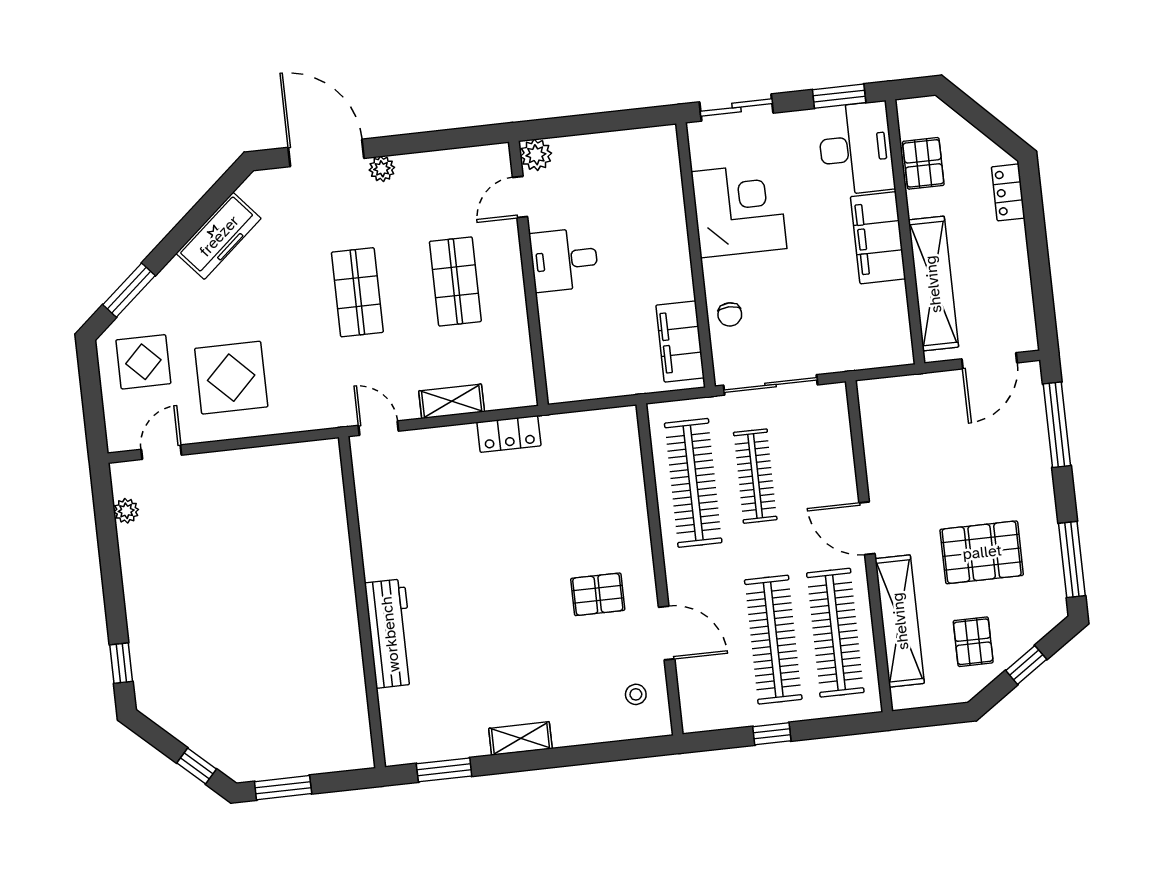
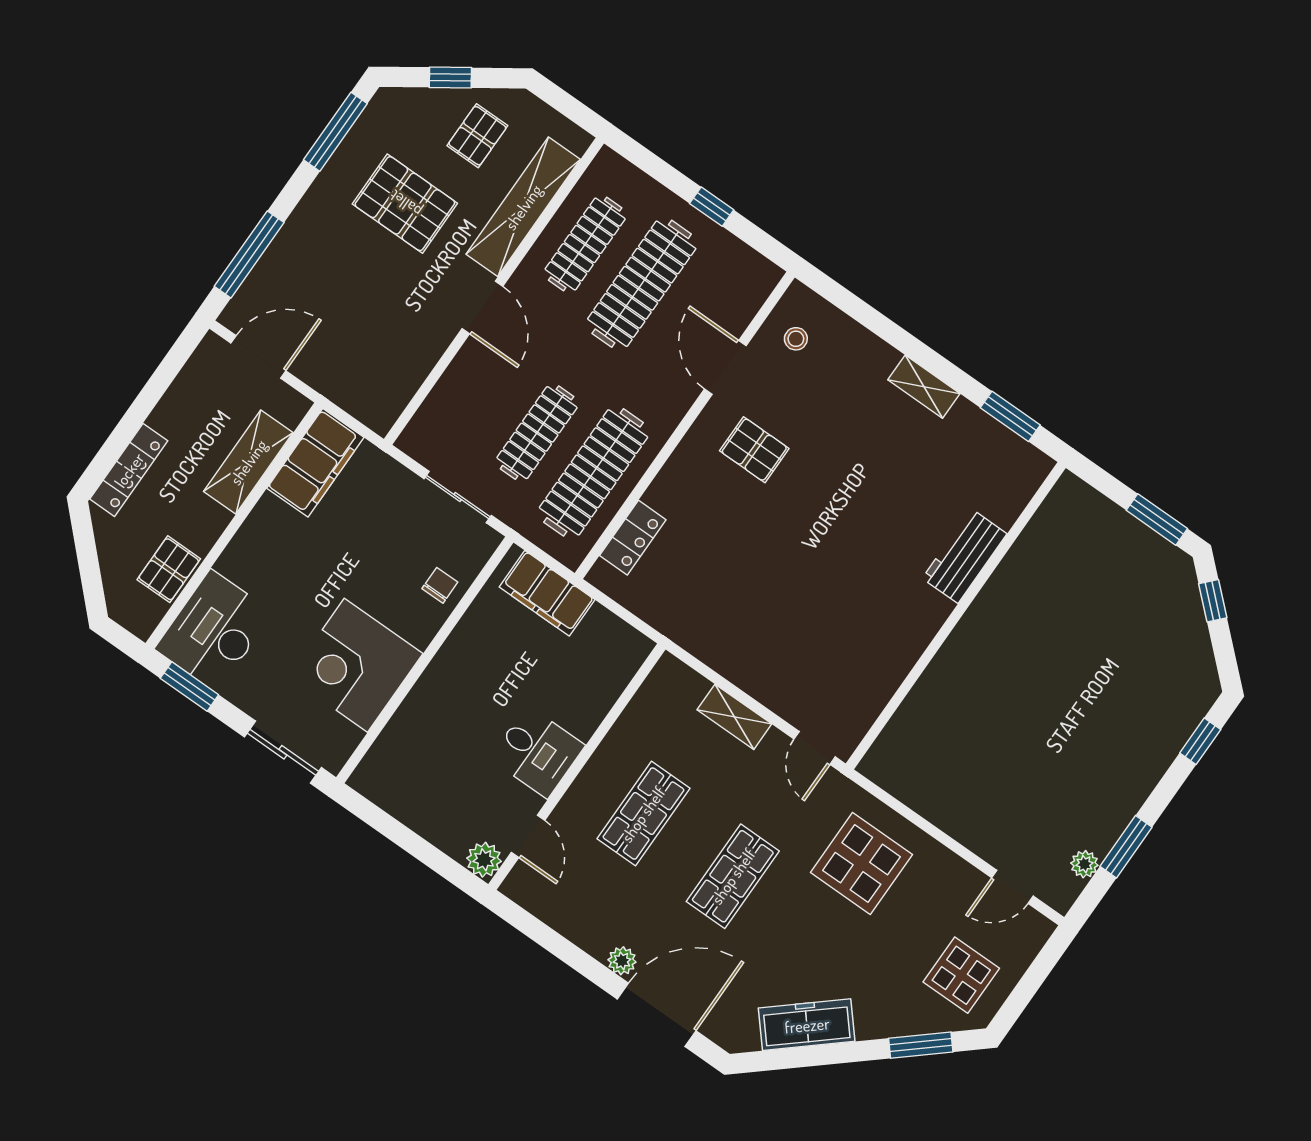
door: (326, 153) -> (657, 1015), swing flipped
locker: (1008, 192) -> (129, 470), width x1.53
door: (520, 197) -> (528, 836), hinge flipped
filing cabinet: (878, 238) -> (315, 463), moved
shelving: (933, 284) -> (248, 462), width x0.68
filing cabinet: (680, 341) -> (547, 593), moved, turned 90
display table: (231, 378) -> (861, 864), moved
sliding door: (771, 385) -> (458, 497), width x0.73
locker: (509, 434) -> (633, 538), moved, turned 90
window: (108, 547) -> (1126, 847), added
clothes rail: (835, 633) -> (585, 244), width x0.73, depth x0.76
workbench: (390, 634) -> (965, 556), width x0.73

